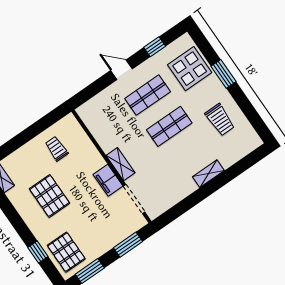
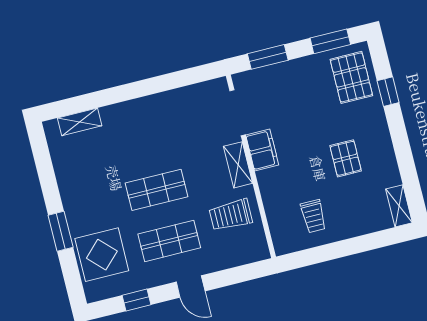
trolley: (220, 120) -> (231, 215), moved, turned -90
shelving: (208, 174) -> (80, 122), moved
pallet: (50, 196) -> (346, 158), width x0.67, depth x0.71

